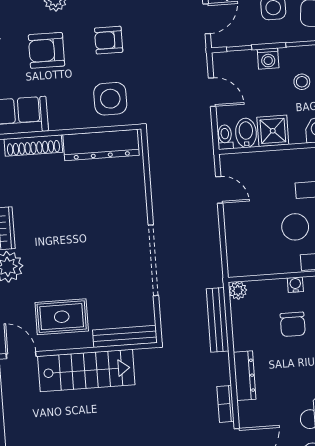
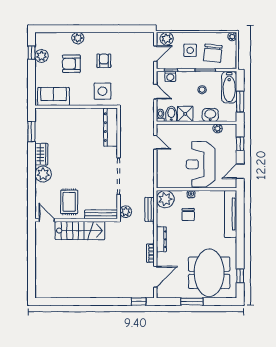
armchair: (109, 40) -> (104, 61), turned 90
washing machine: (268, 59) -> (170, 76), moved
dresser: (101, 145) -> (111, 127), moved, turned 90
shoe rack: (33, 146) -> (61, 112), removed
plant: (238, 291) -> (165, 199), width x1.87, depth x1.87
rug: (62, 317) -> (69, 202), turned 90
bench: (218, 320) -> (150, 209), width x0.73
plant: (172, 328) -> (126, 212), added

